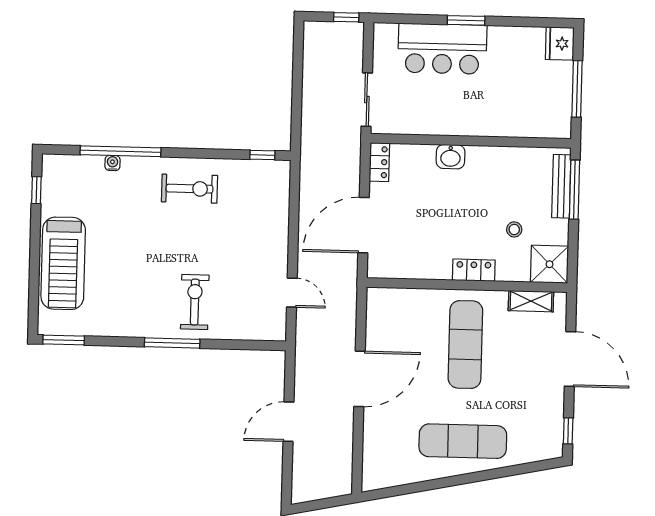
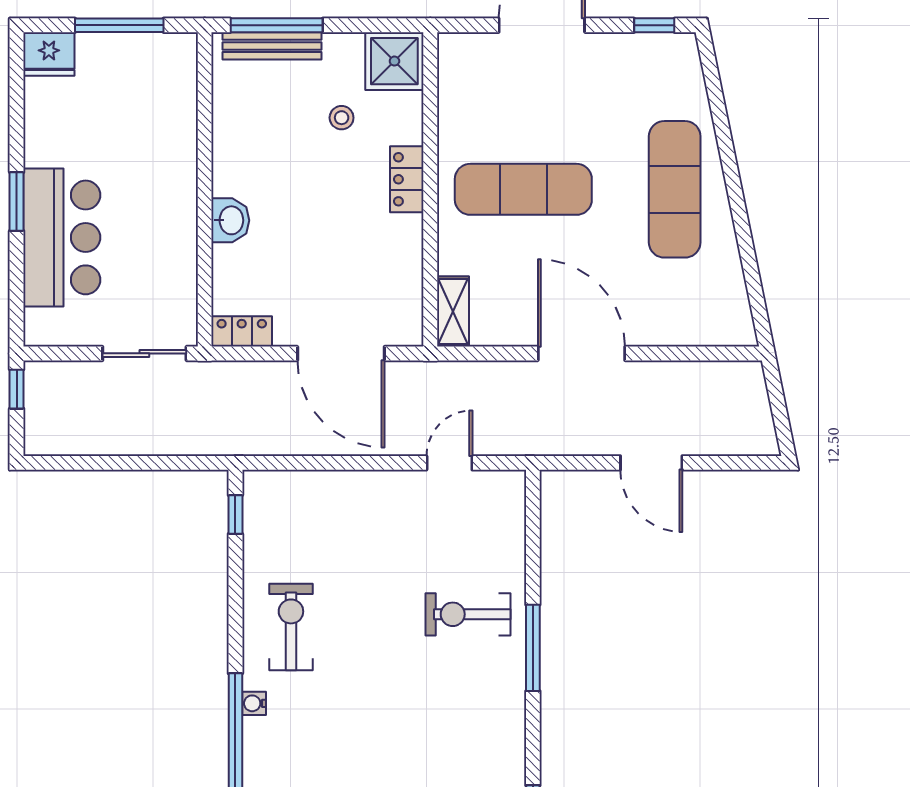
water cooler: (112, 163) -> (254, 703), moved
shelving: (531, 301) -> (453, 311), moved

